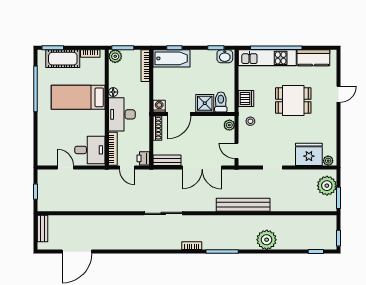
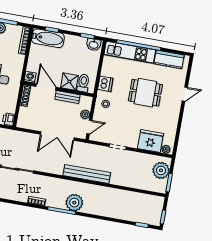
door: (179, 114) -> (46, 87), swing flipped
plant: (229, 125) -> (85, 114), moved
door: (237, 151) -> (89, 127), swing flipped
bench: (167, 160) -> (67, 97), moved
plant: (267, 240) -> (74, 203), moved

